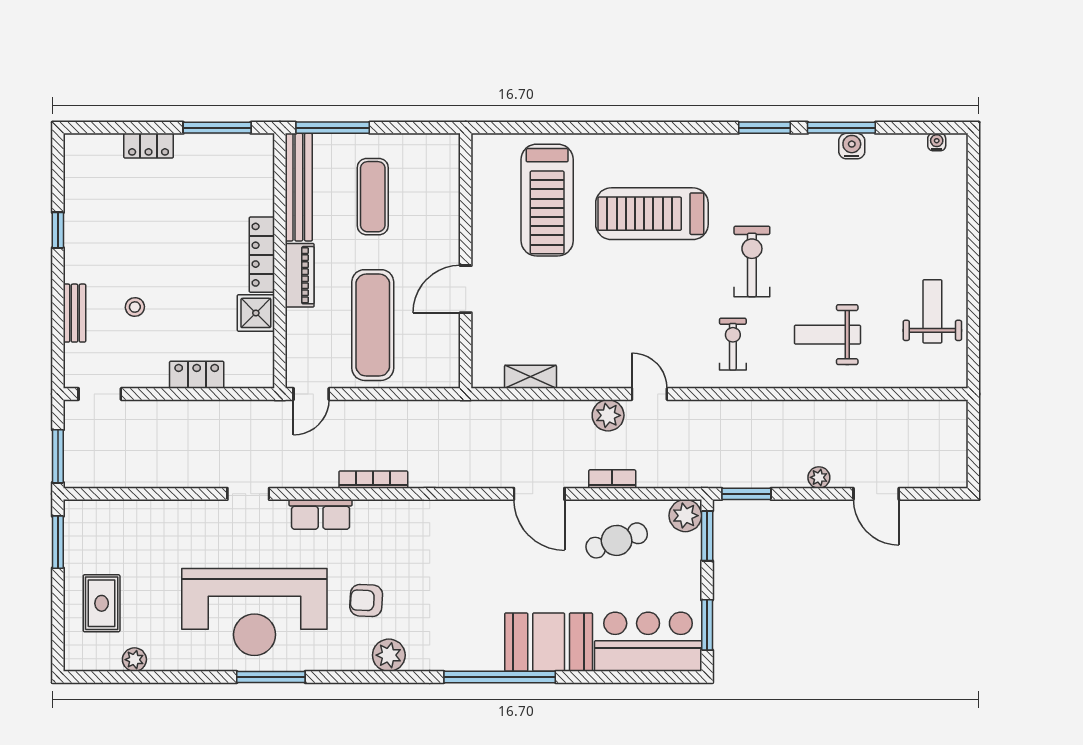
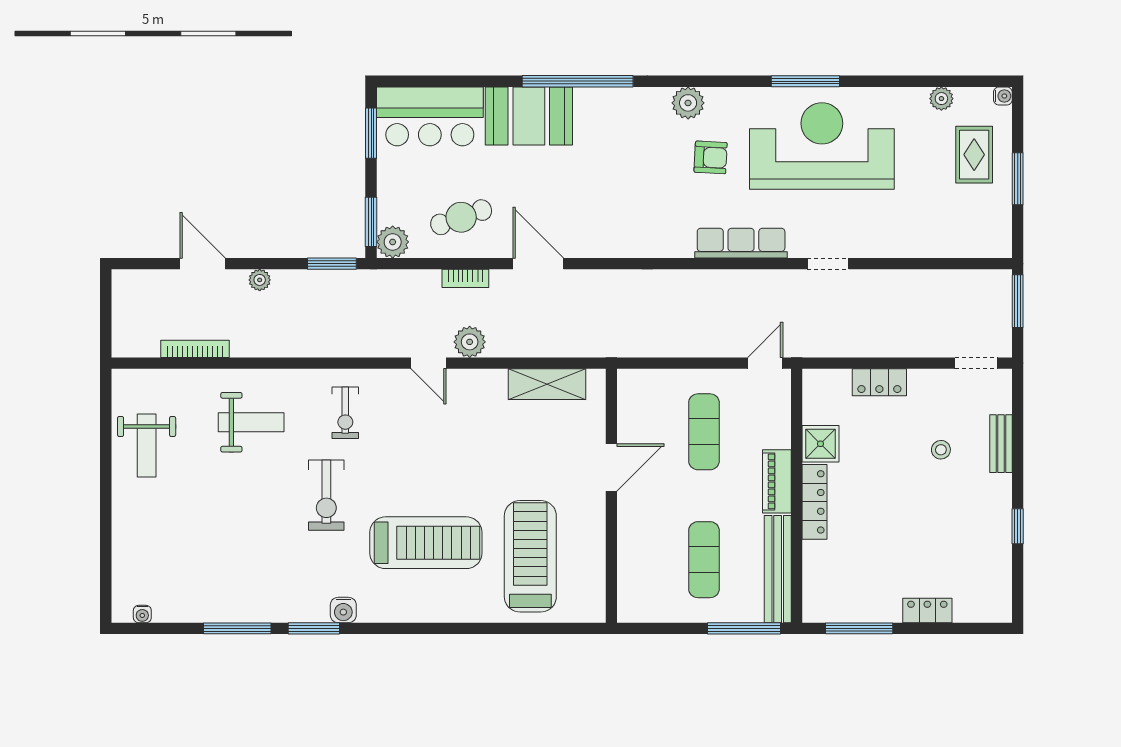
water cooler: (852, 146) -> (343, 610), moved
exercise mat: (373, 325) -> (704, 432), width x0.73, depth x0.69
shelving: (530, 377) -> (547, 384), width x1.50, depth x1.33
bookcase: (373, 480) -> (195, 349), moved, turned 180
row of seats: (321, 514) -> (741, 243), width x1.48
window: (58, 542) -> (1018, 179), moved
water cooler: (73, 662) -> (1003, 96), added

